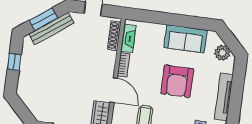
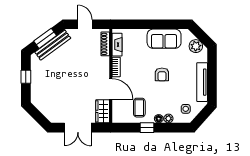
armchair: (177, 81) -> (162, 74), width x0.53, depth x0.53

